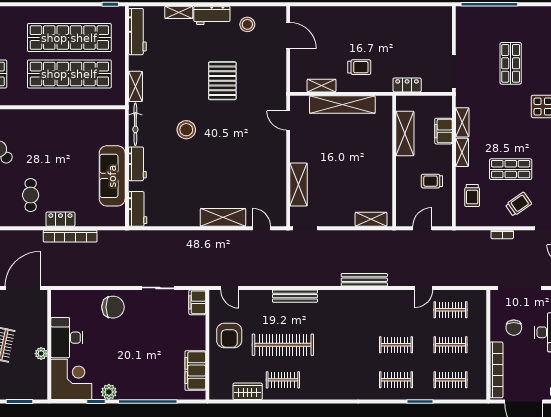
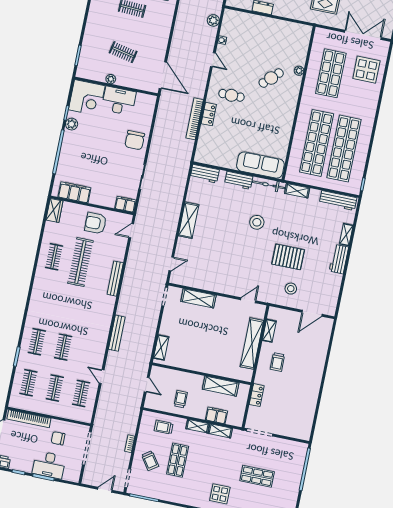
stool: (247, 24) -> (291, 289), moved
sofa: (112, 176) -> (260, 165), moved
shelving: (223, 217) -> (189, 220), moved
wardrobe: (248, 391) -> (54, 210), moved

